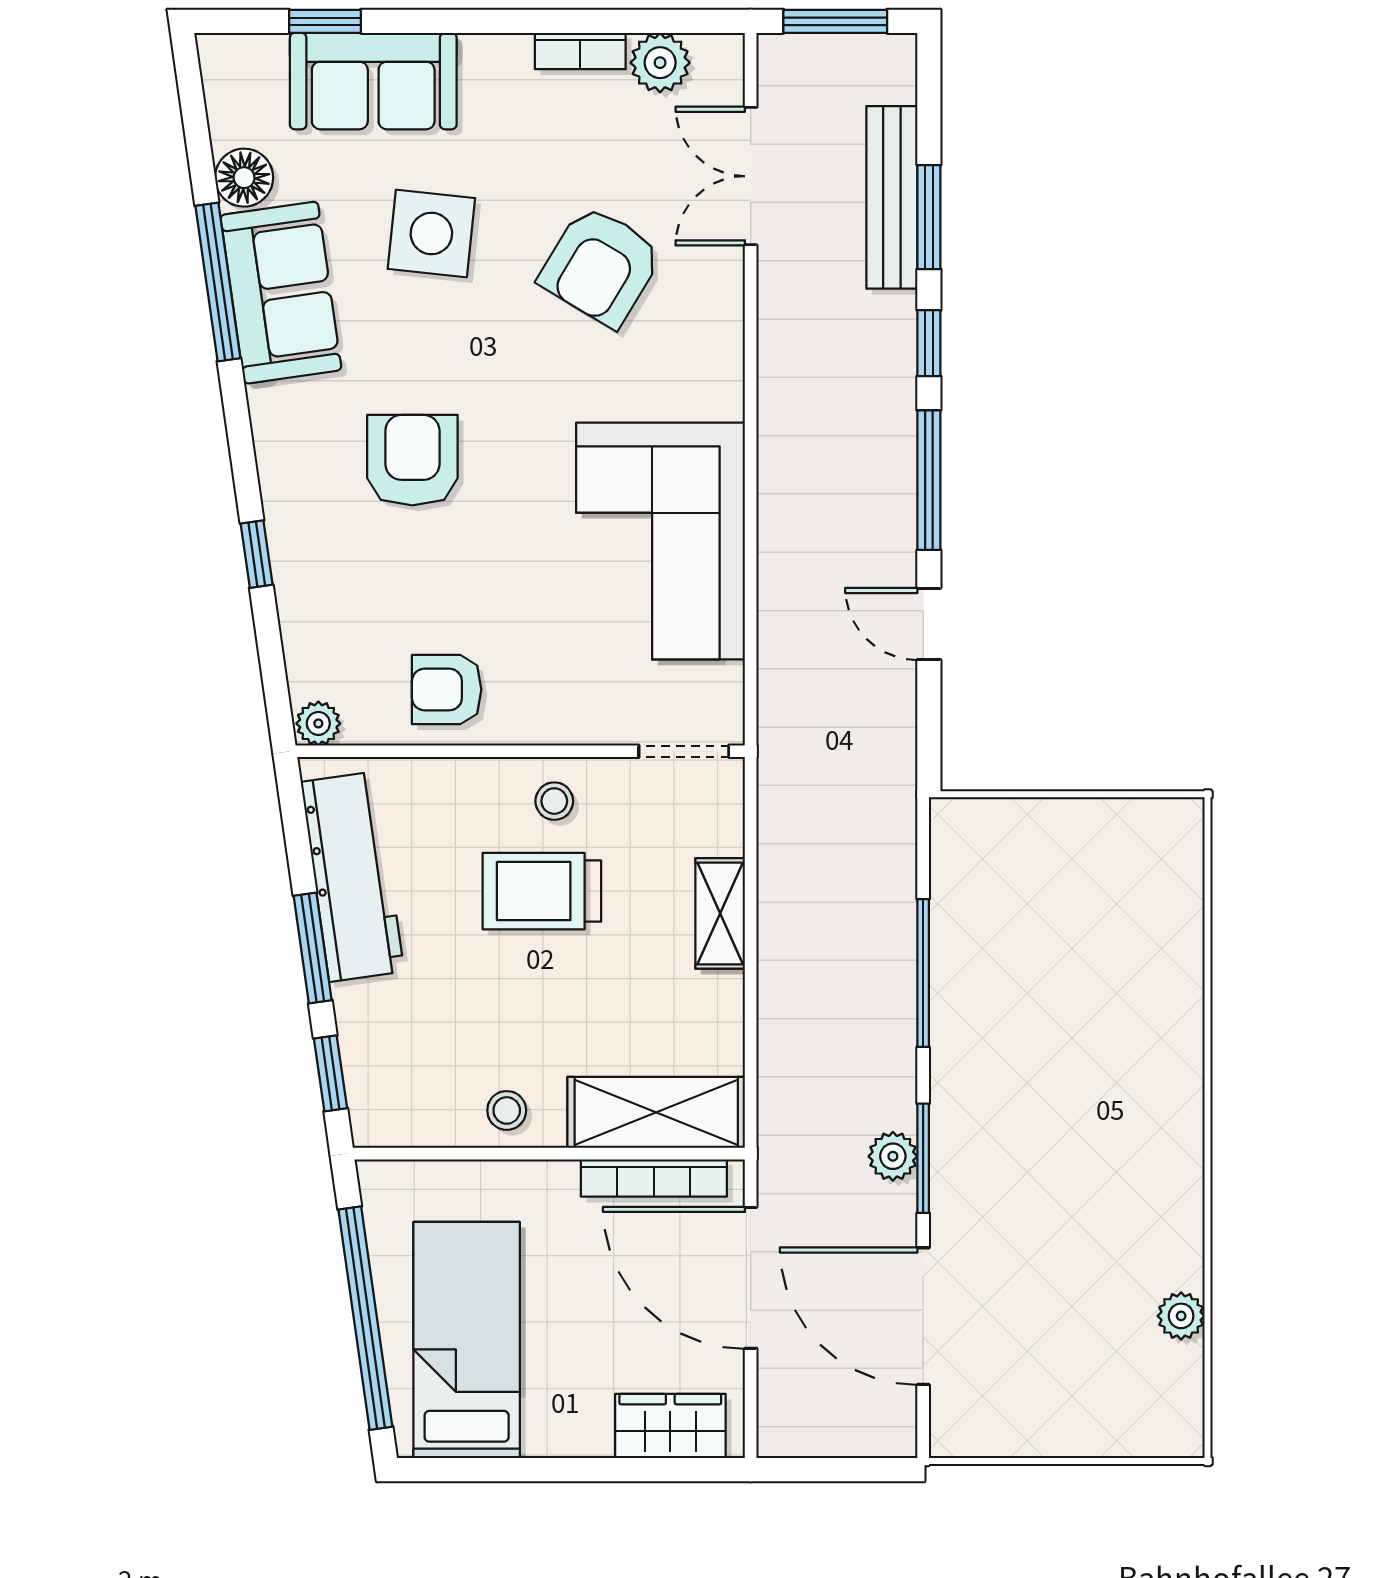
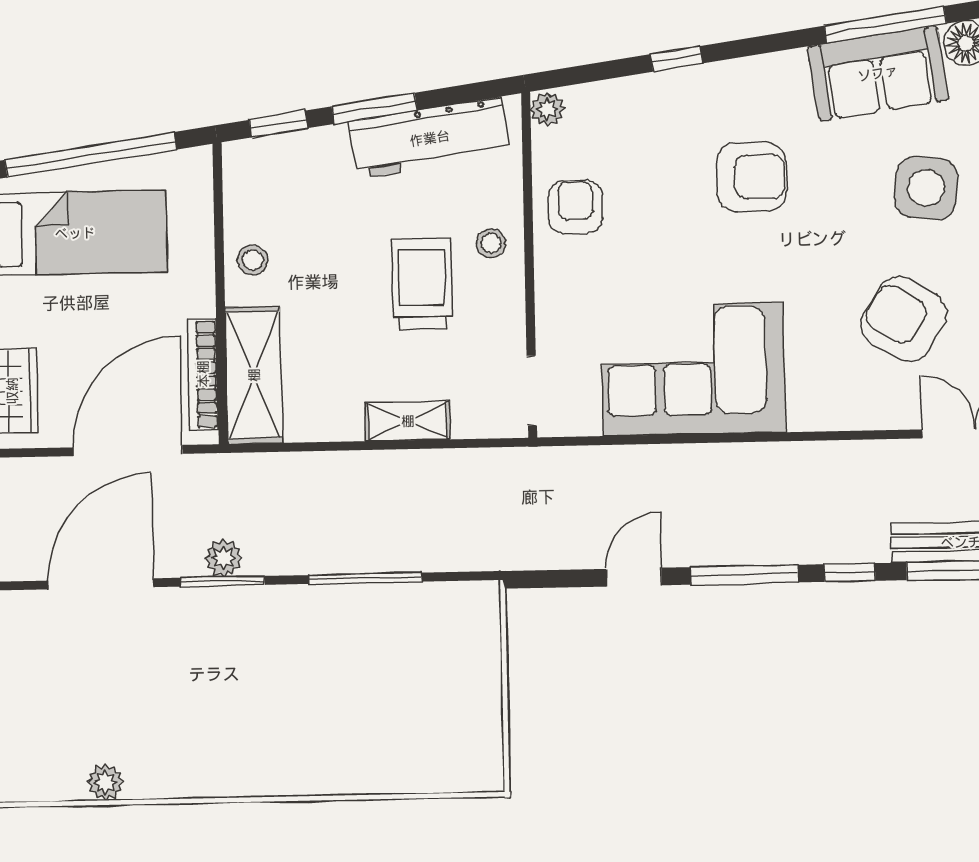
stool: (554, 801) -> (491, 243), moved

